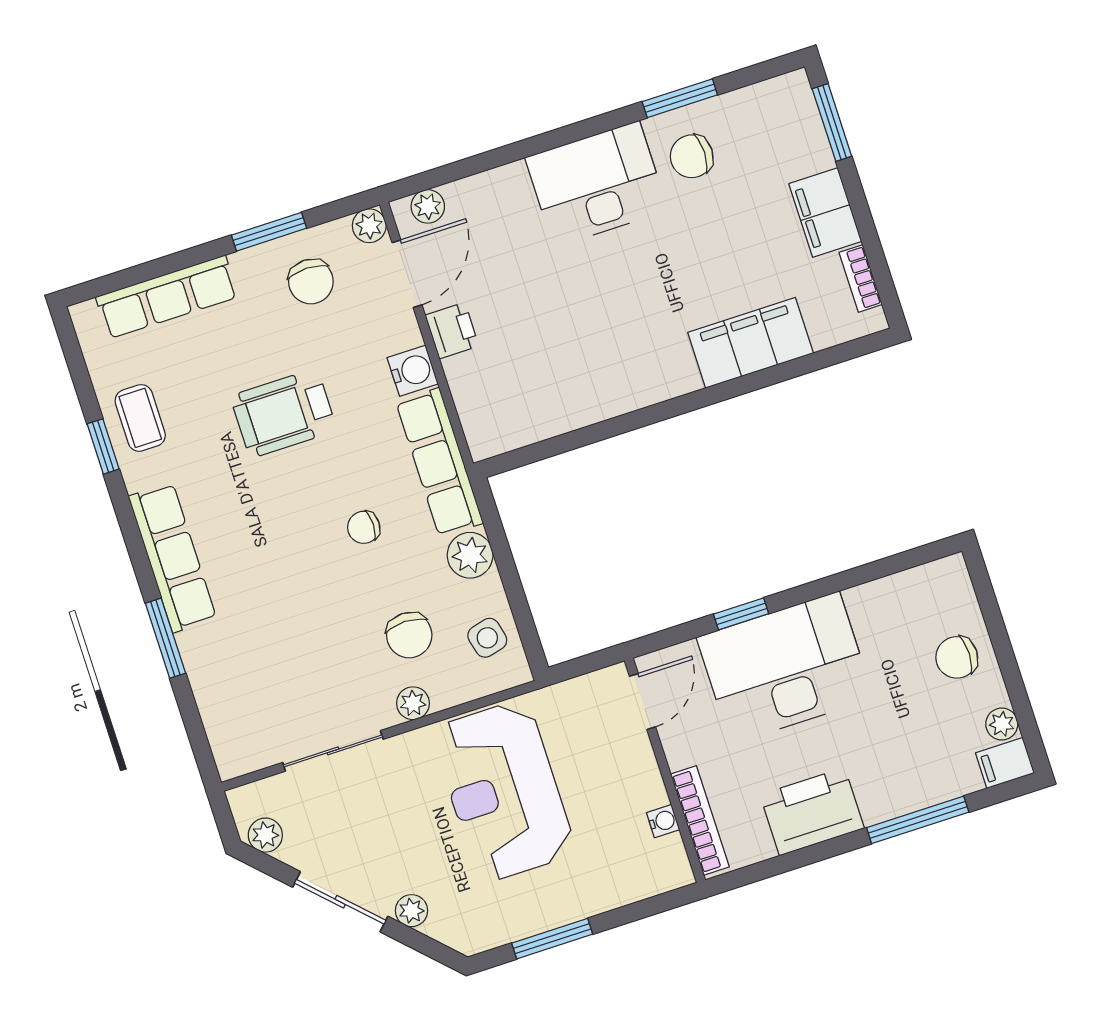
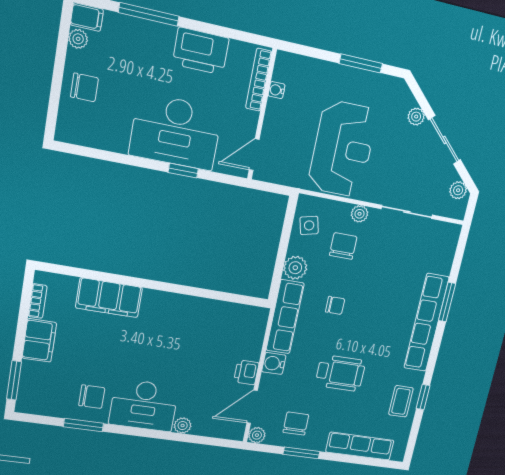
plant: (428, 206) -> (183, 426), moved
row of seats: (173, 557) -> (426, 323), width x1.36

